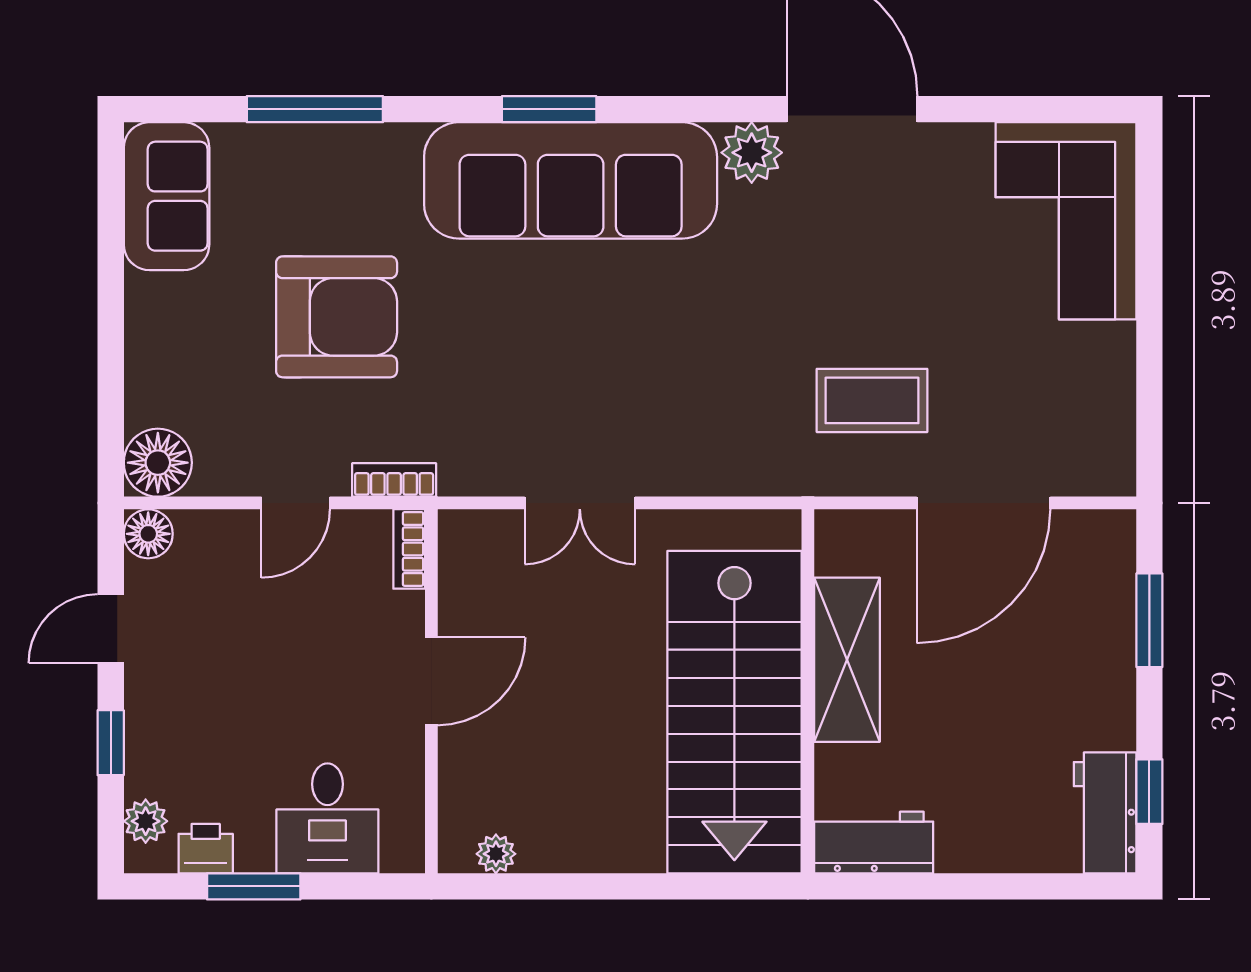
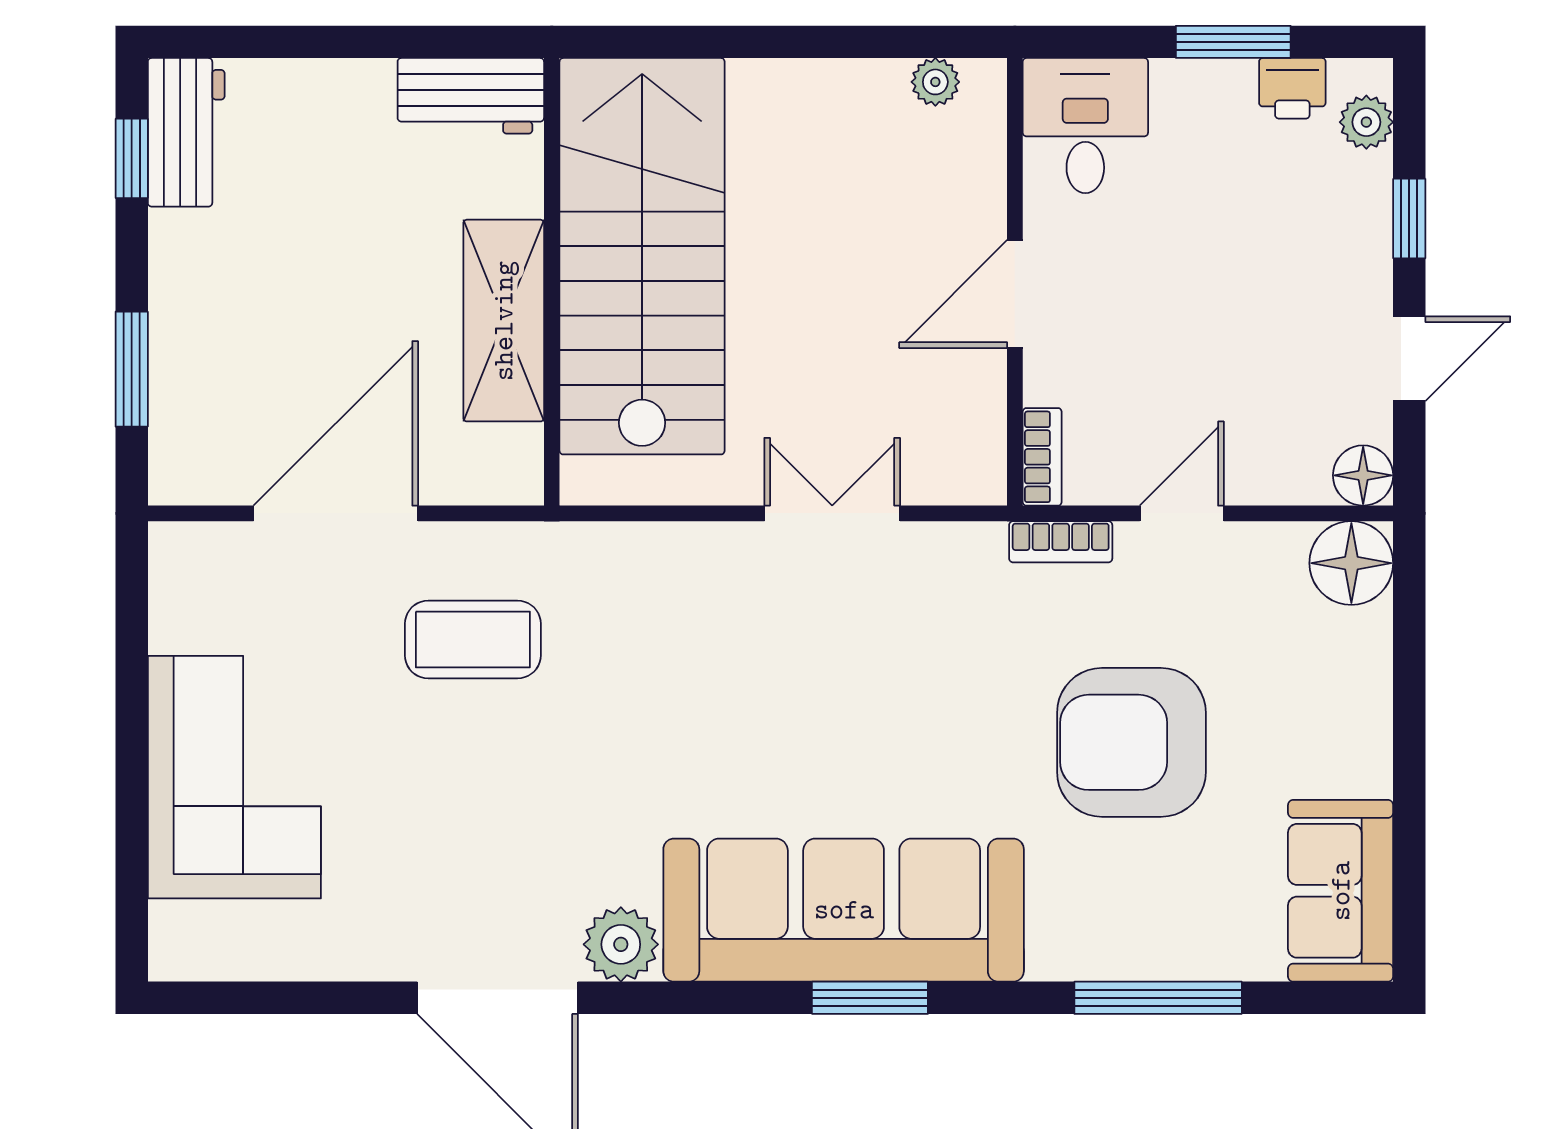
corner sofa: (1066, 221) -> (234, 777), moved
desk: (327, 818) -> (1085, 126), moved

